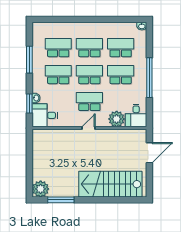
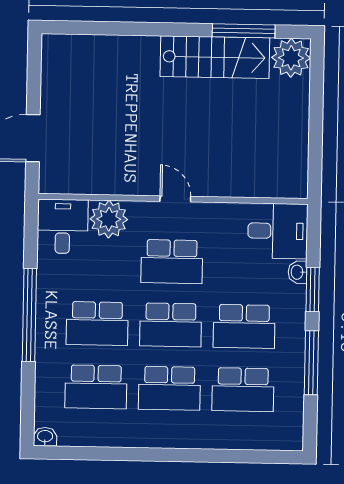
window: (29, 104) -> (313, 289), moved
door: (88, 128) -> (175, 199), swing flipped
stairs: (110, 184) -> (215, 57), moved, width x0.73, depth x0.66

